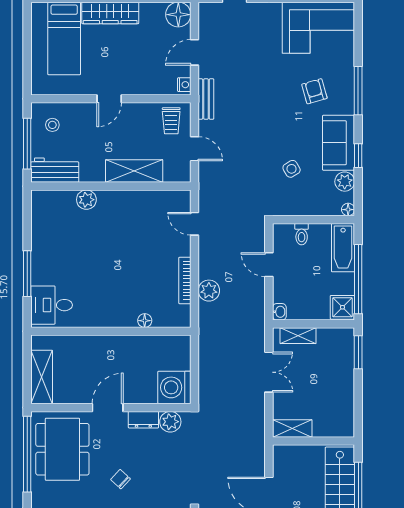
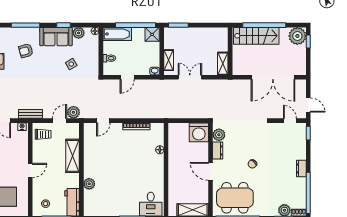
door: (109, 99) -> (30, 170), hinge flipped
plant: (209, 291) -> (73, 112), moved

